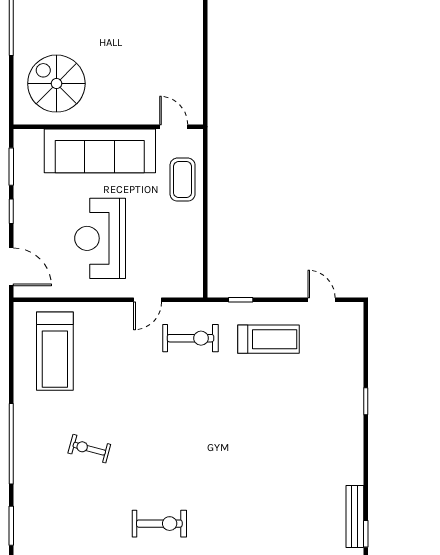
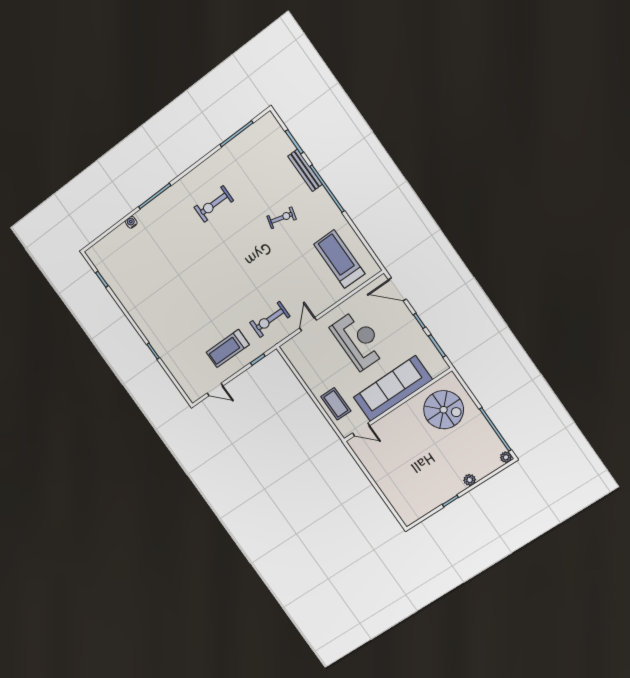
bench: (355, 516) -> (305, 170), moved

